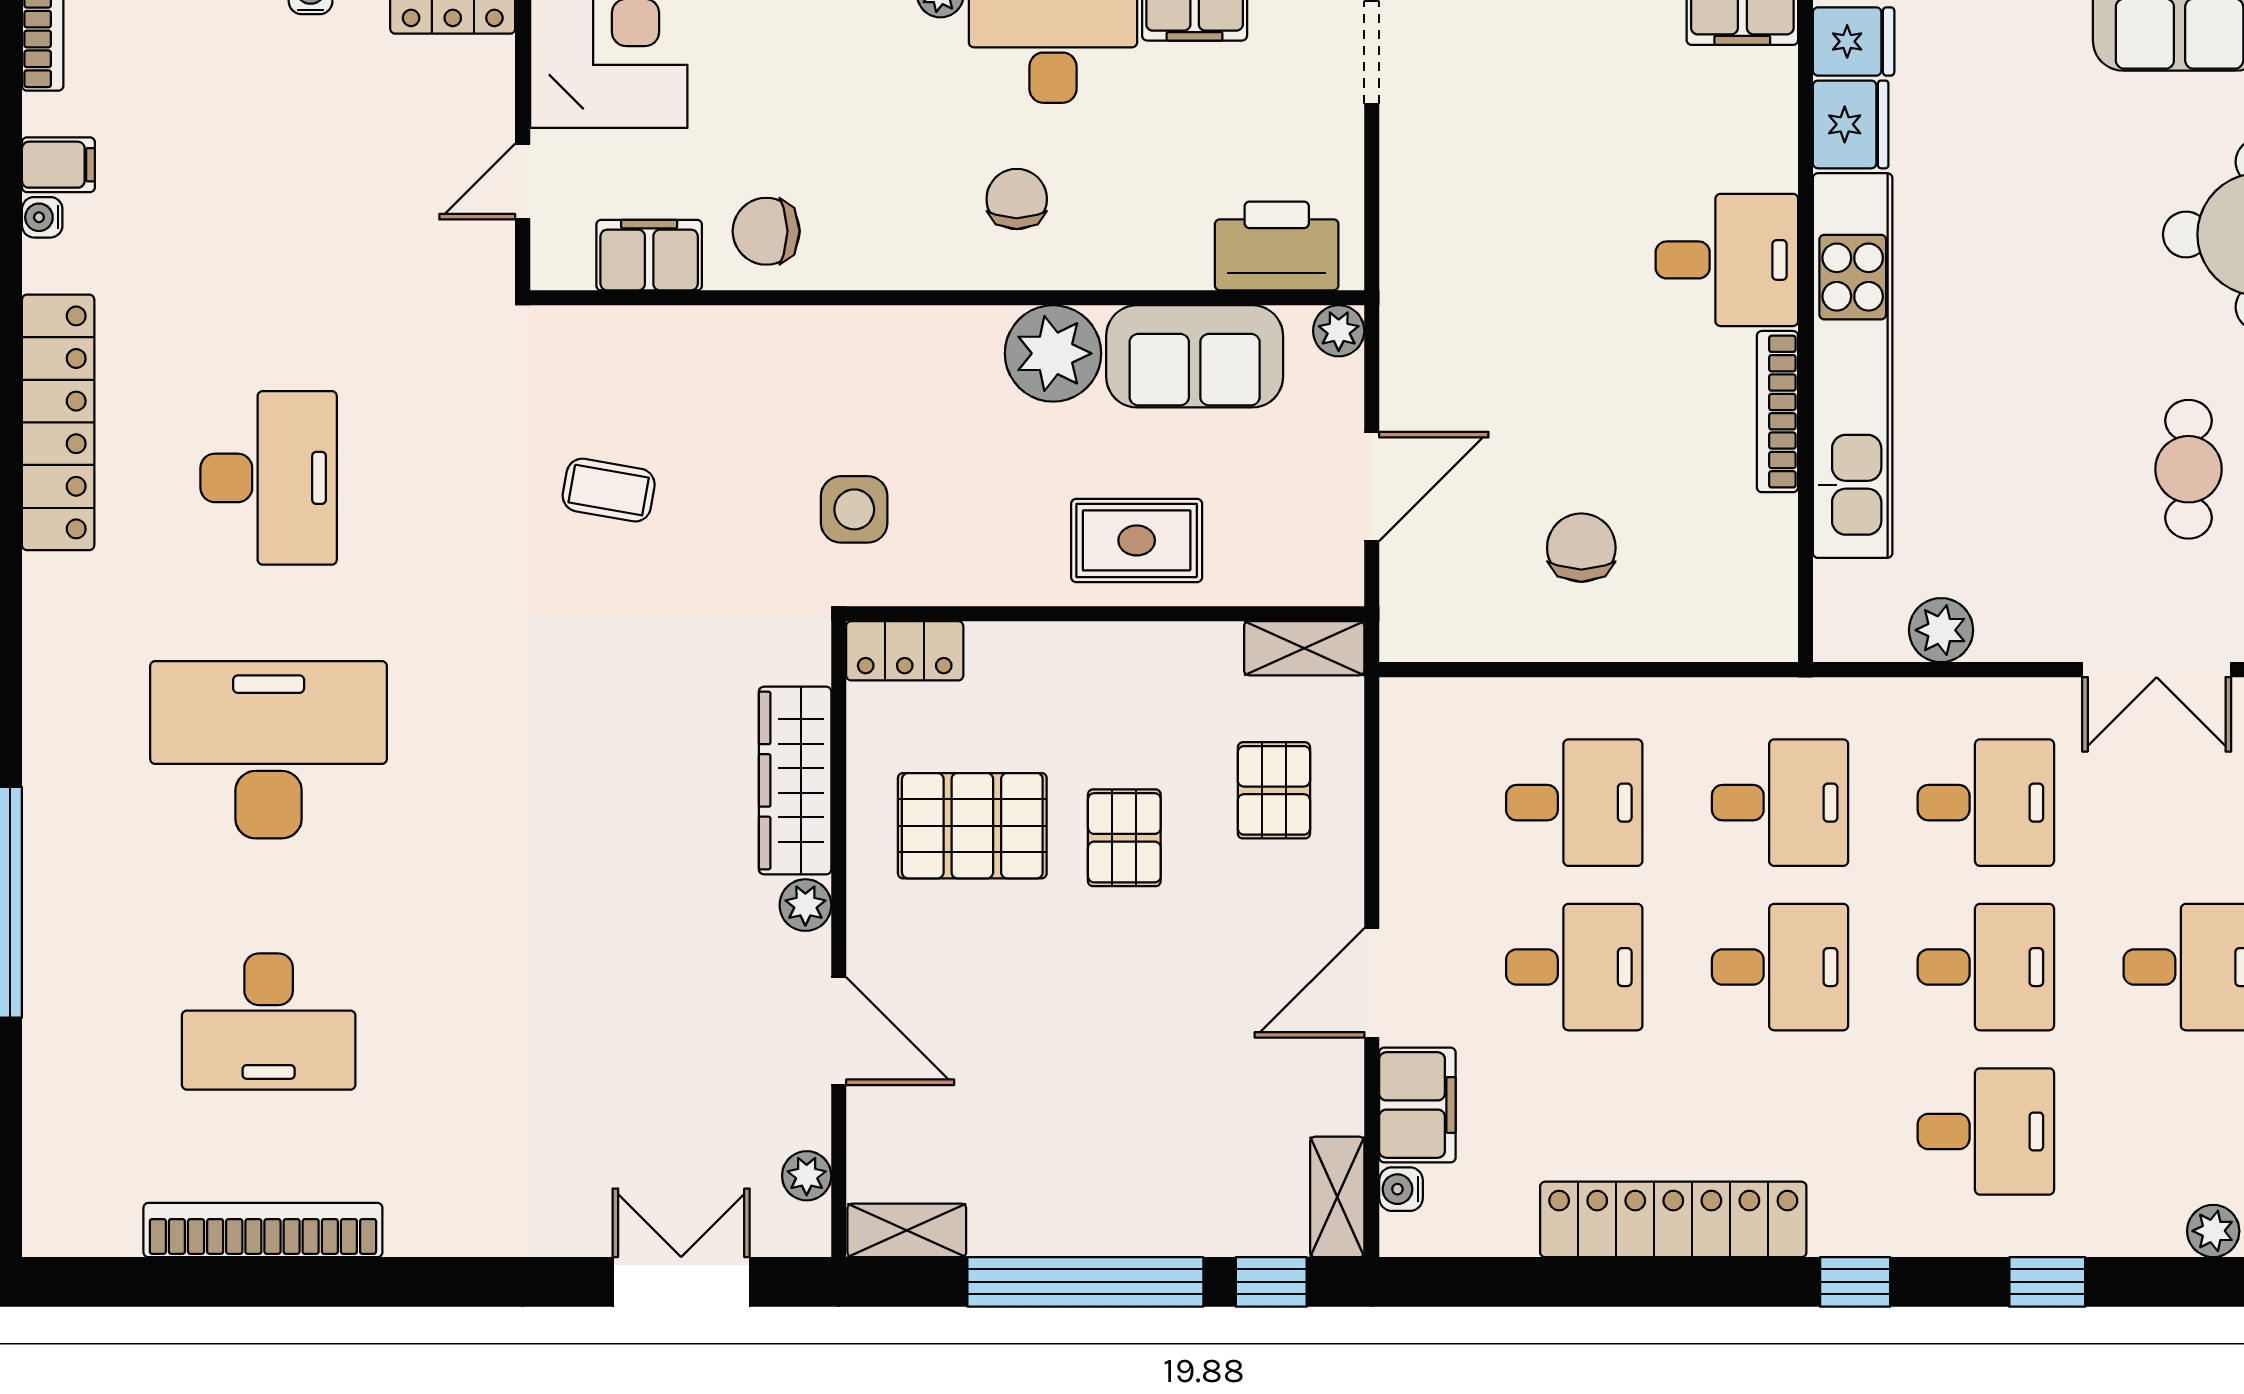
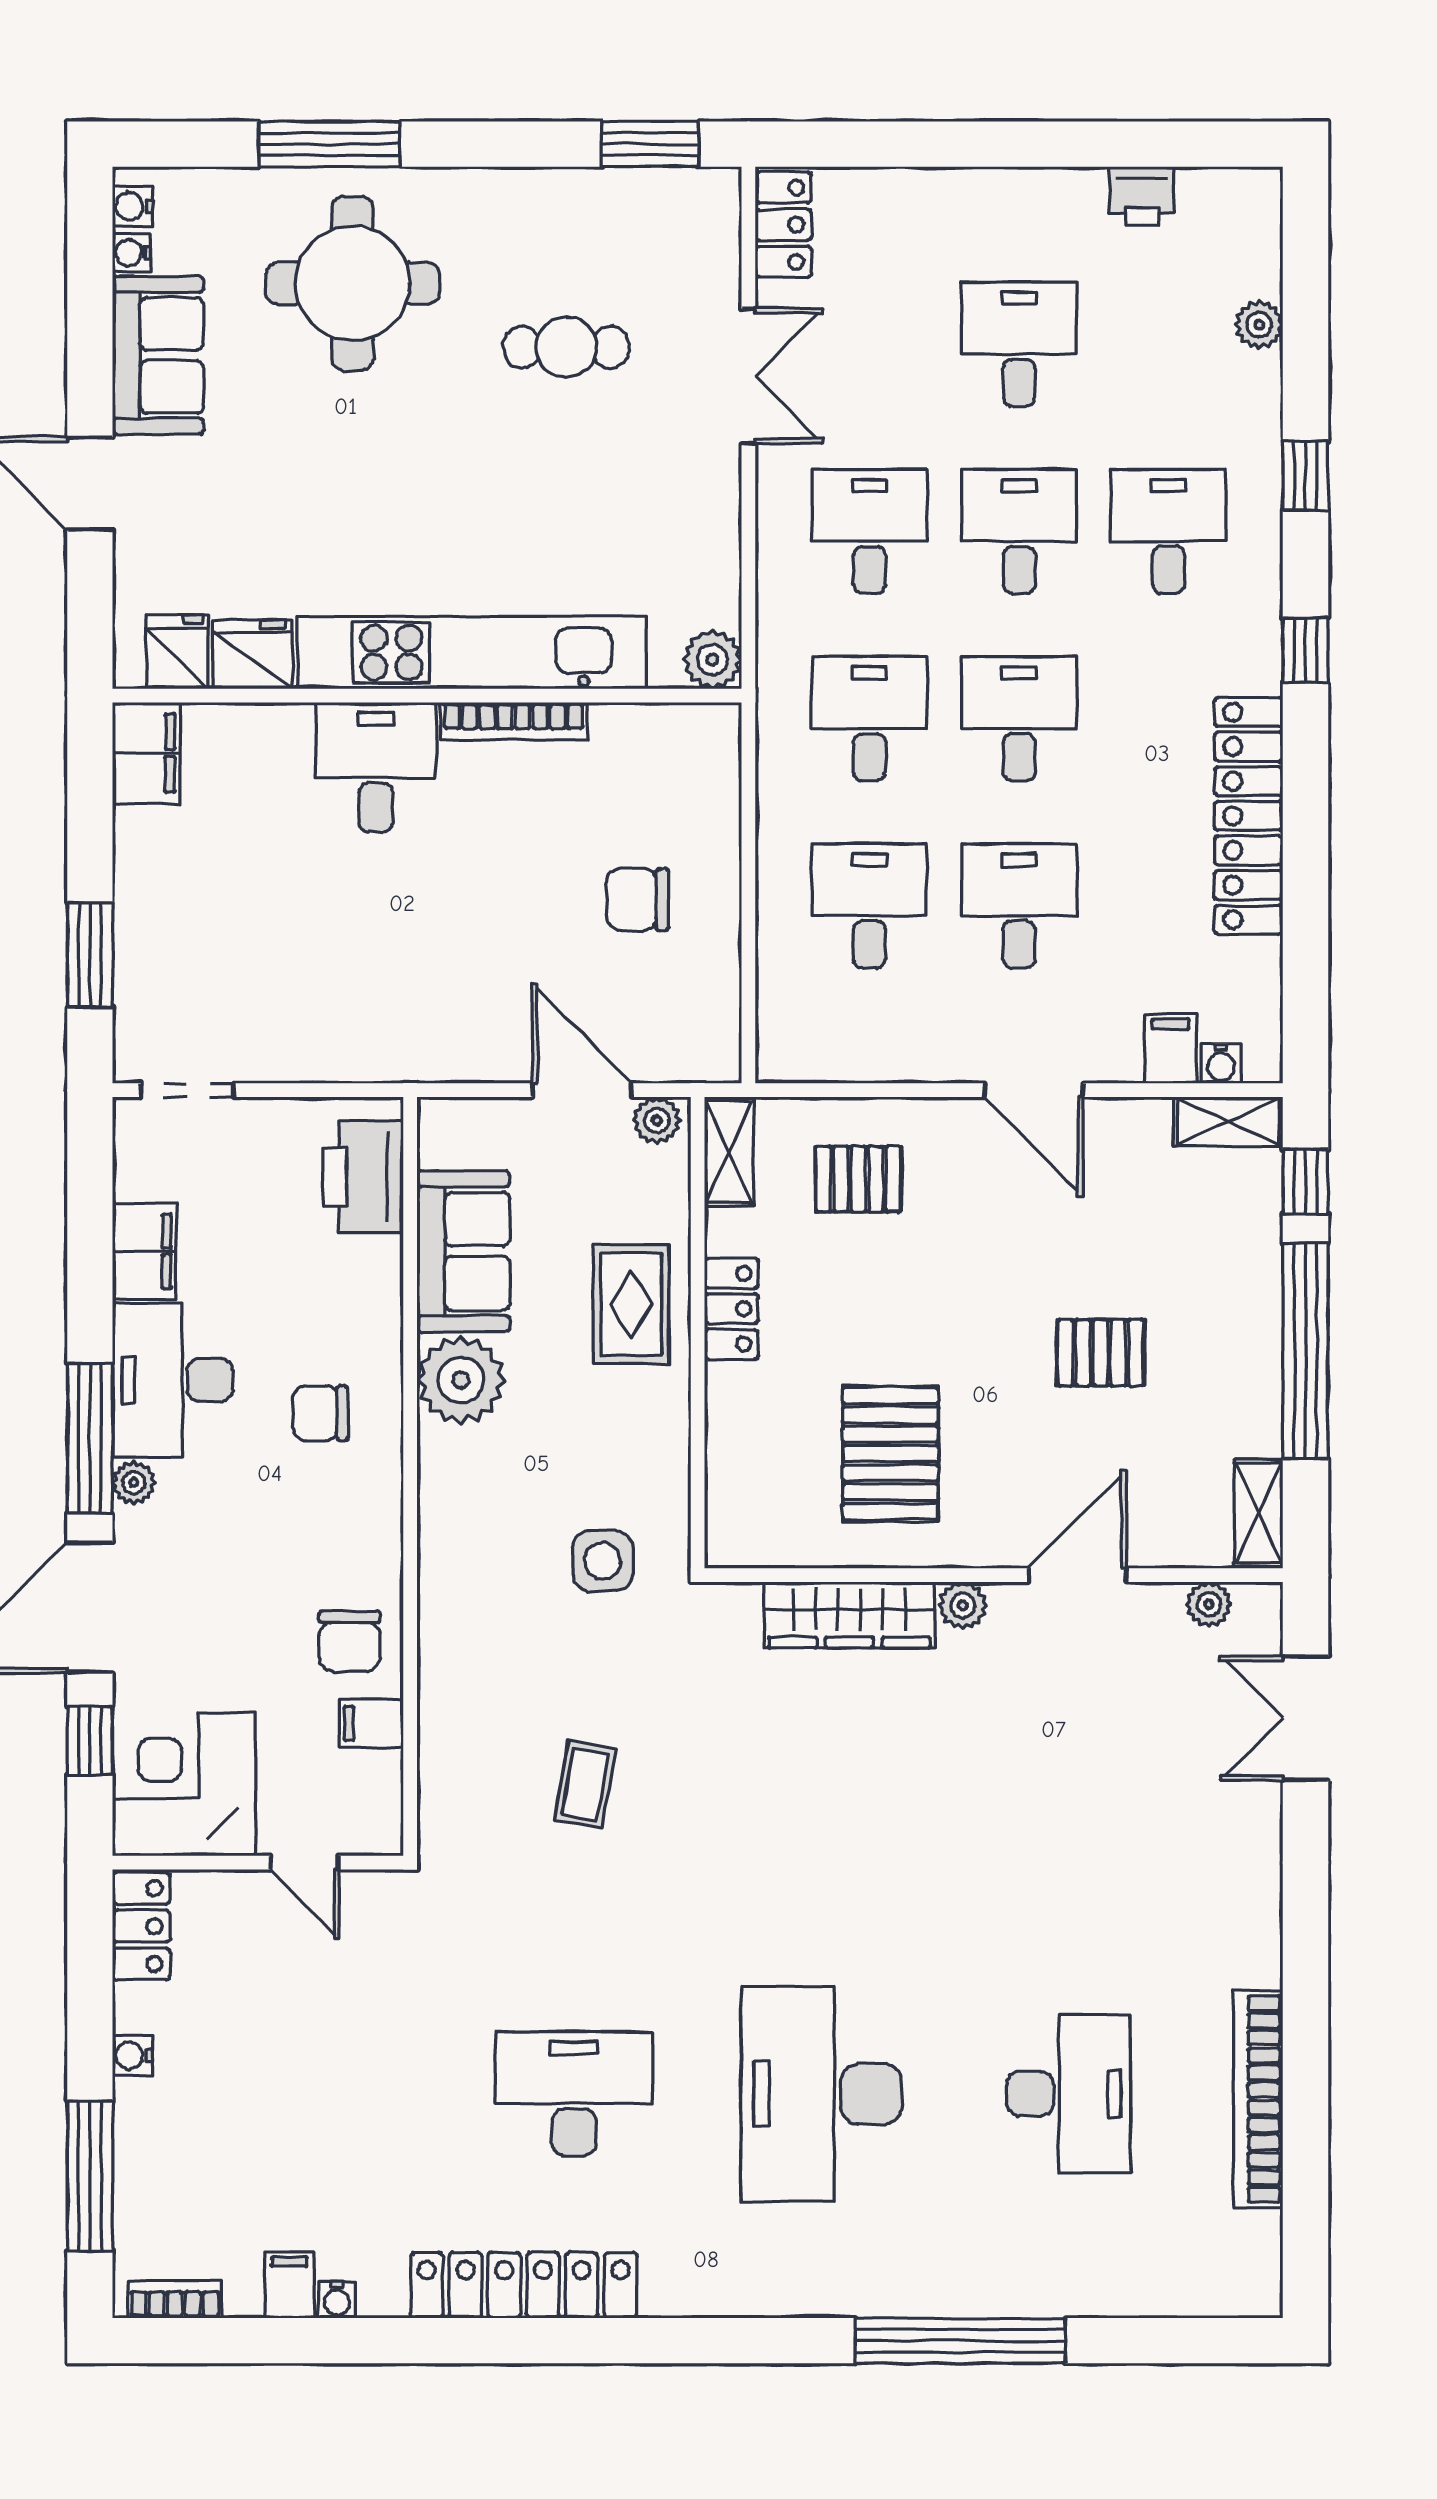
filing cabinet: (649, 255) -> (371, 1723), width x0.50
plant: (1339, 331) -> (657, 1120), moved
plant: (1941, 630) -> (713, 660), moved
locker: (905, 651) -> (731, 1309), moved
pallet: (1124, 838) -> (1101, 1353), moved
filing cabinet: (1417, 1105) -> (1171, 1049), width x0.50

